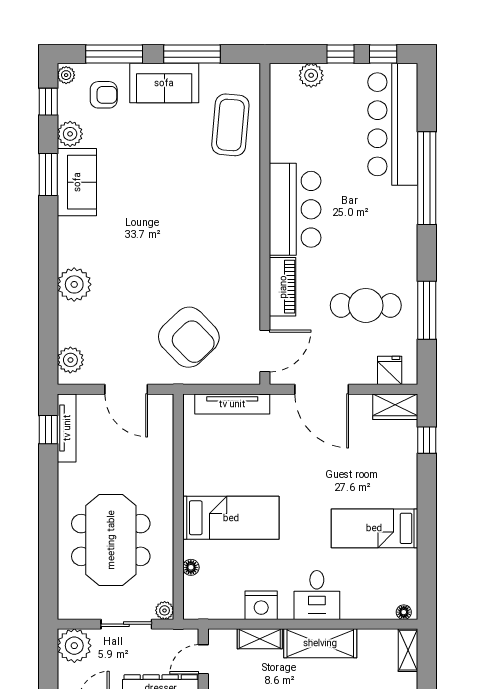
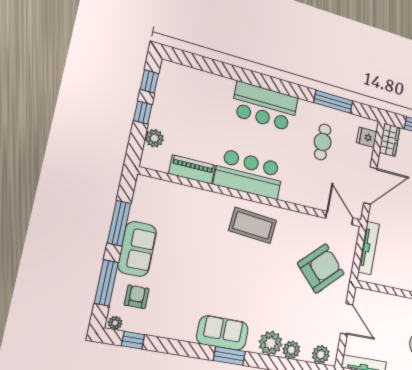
bar counter: (393, 124) -> (265, 106), moved, width x0.73
coffee table: (230, 125) -> (253, 225), moved
plant: (70, 134) -> (291, 350), moved
window: (48, 175) -> (229, 356), moved
window: (427, 178) -> (246, 76), removed
sofa: (77, 182) -> (223, 333), moved
piano: (283, 287) -> (192, 170), moved
cafe table: (366, 305) -> (323, 142), width x0.73, depth x0.74
door: (126, 389) -> (347, 319), hinge flipped

